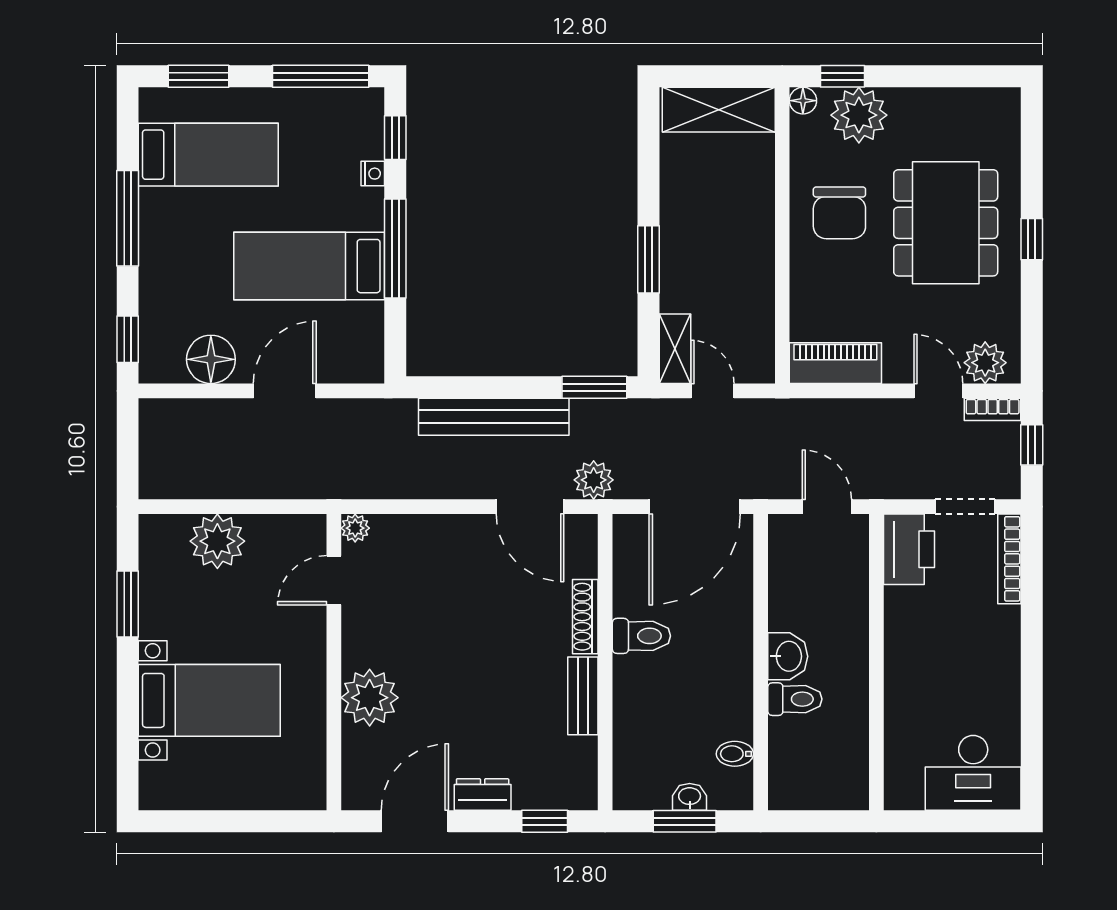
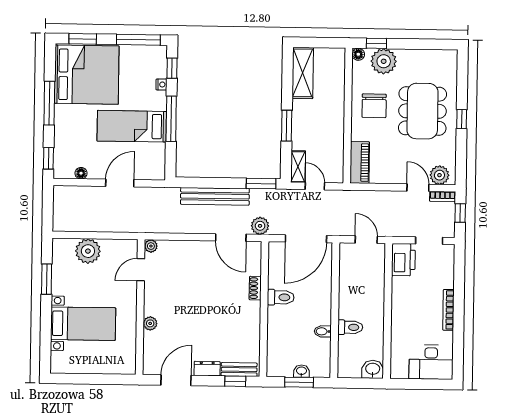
shelving: (719, 110) -> (303, 73), moved, turned 90
bed: (208, 155) -> (87, 75), width x2.04
floor lamp: (211, 359) -> (81, 173), width x0.53, depth x0.53
piano: (835, 363) -> (360, 163), moved, turned 90
bookcase: (1009, 559) -> (448, 310), moved
shoe rack: (585, 617) -> (255, 288), width x0.70
washbasin: (788, 656) -> (373, 369), moved, turned -90
bench: (583, 696) -> (239, 369), moved, turned 90
plant: (370, 698) -> (150, 323), width x0.53, depth x0.53
bidet: (735, 754) -> (323, 331), moved

